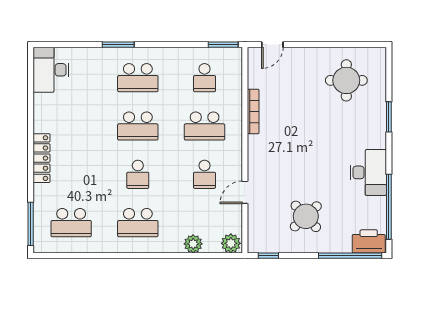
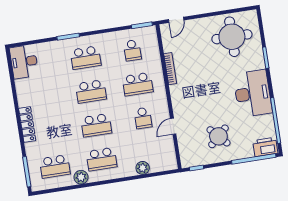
round table: (346, 80) -> (232, 37), width x1.36, depth x1.36
desk: (368, 172) -> (253, 93), width x1.36, depth x1.30
school desk: (138, 174) -> (96, 125), width x1.85
plant: (231, 243) -> (81, 177), moved

